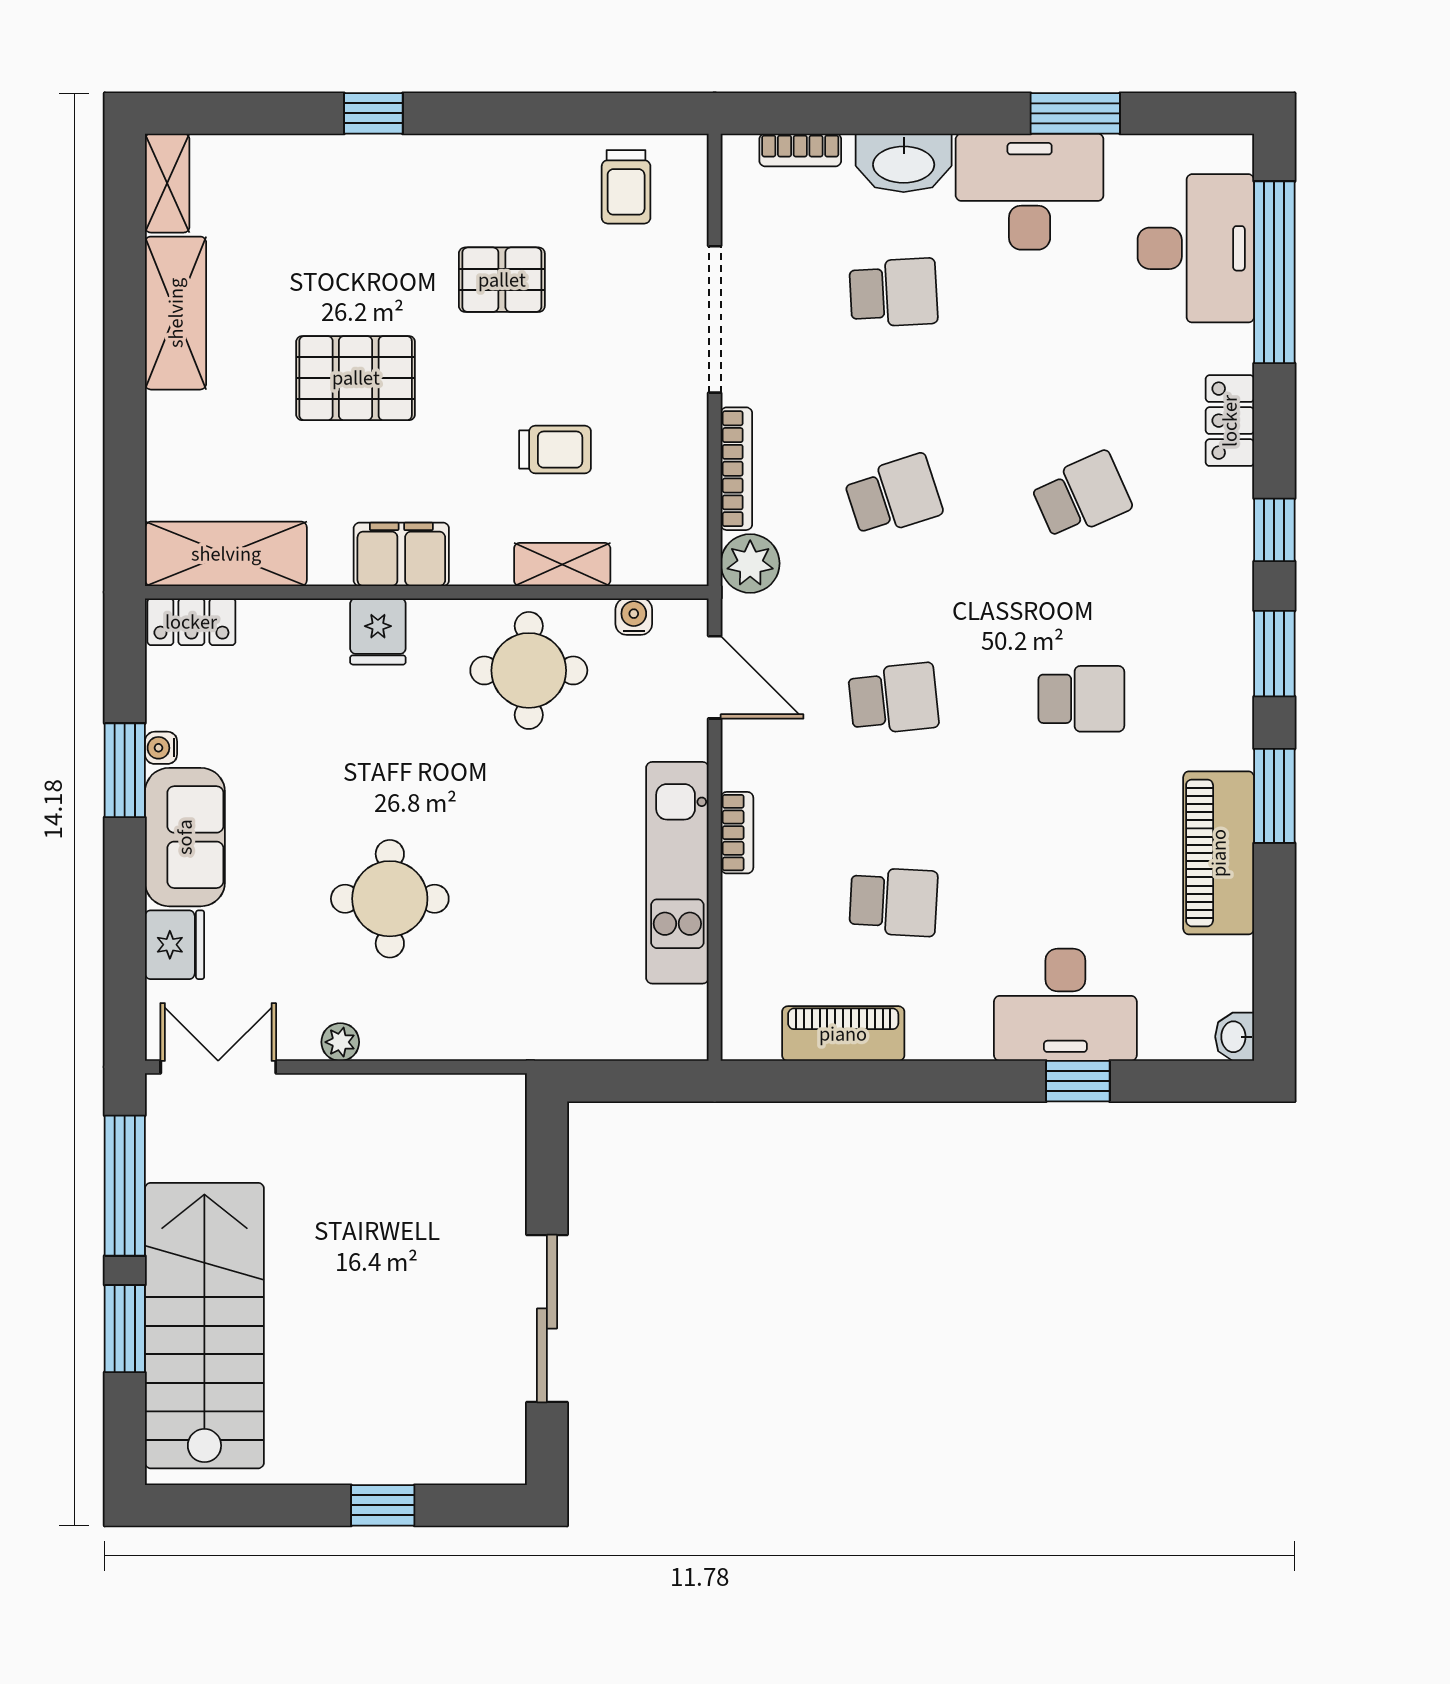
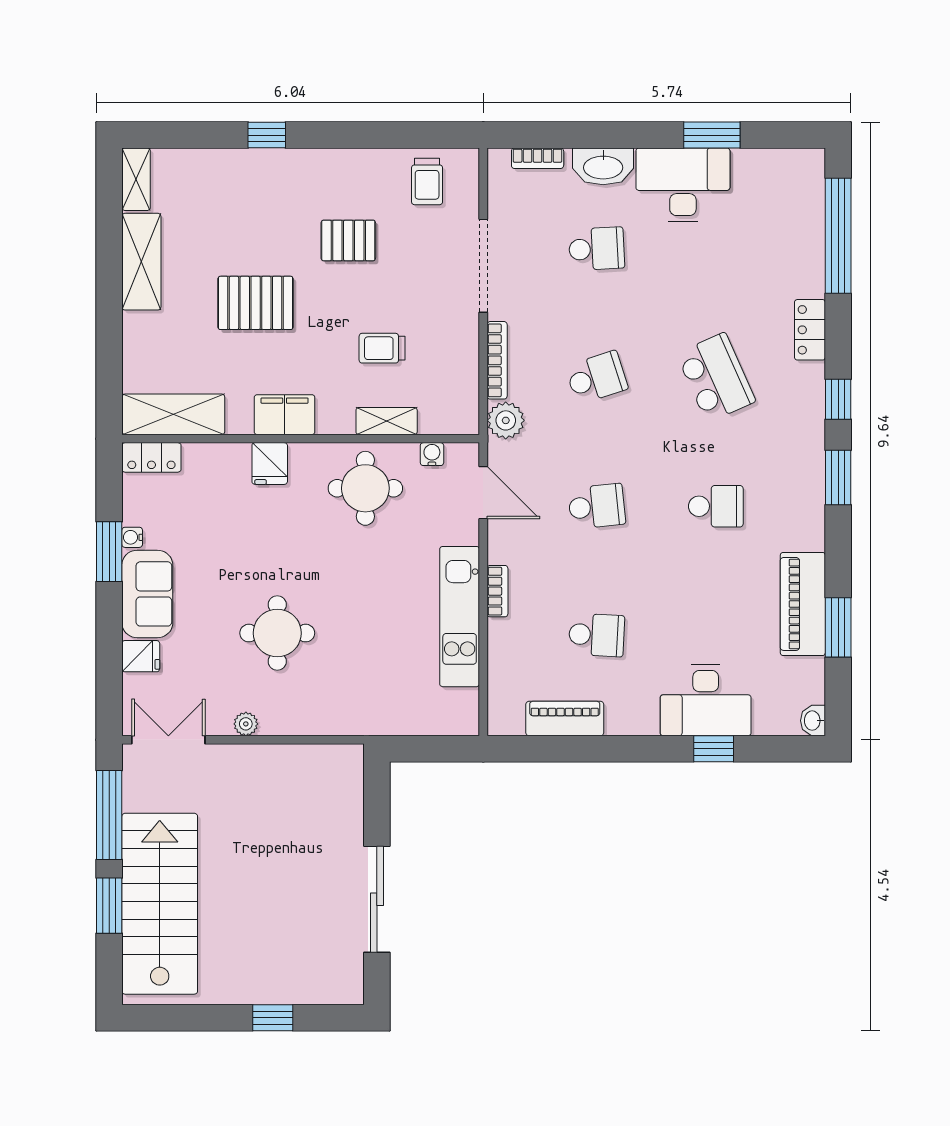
desk: (1196, 248) -> (788, 221), removed
trolley: (555, 450) -> (382, 348), turned 180
school desk: (1081, 496) -> (716, 377), width x1.85
window: (1274, 796) -> (838, 627), moved
fridge: (175, 945) -> (141, 656), width x0.72

